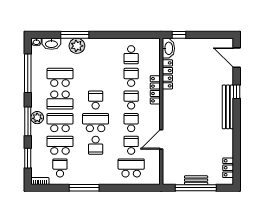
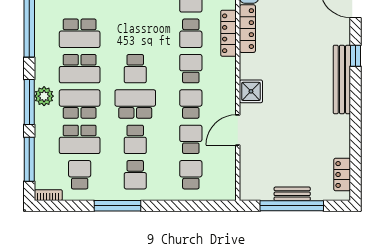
school desk: (60, 77) -> (80, 33), turned 180
school desk: (131, 77) -> (191, 33), turned 180
locker: (155, 90) -> (228, 33), moved
school desk: (96, 100) -> (135, 69), turned 180
shower: (170, 115) -> (251, 91), added
school desk: (60, 145) -> (80, 139), turned 180
window: (28, 158) -> (29, 159), width x1.44
school desk: (96, 168) -> (135, 175), added
school desk: (131, 168) -> (191, 175), width x0.54

